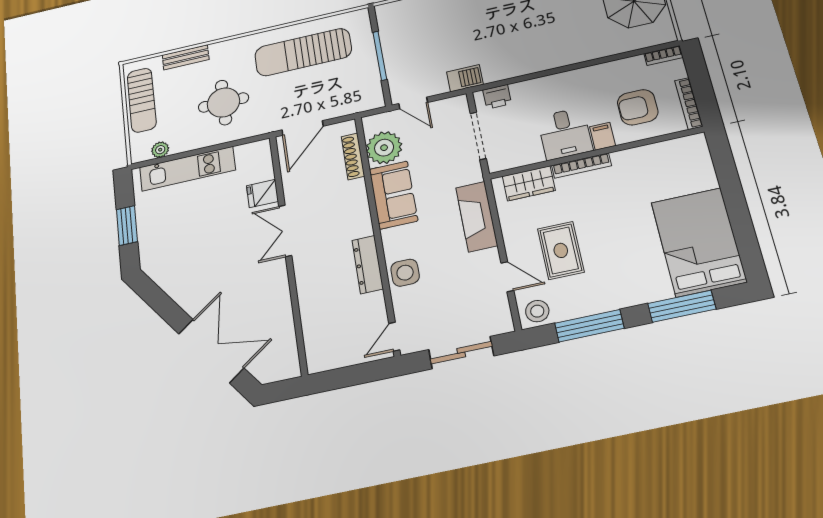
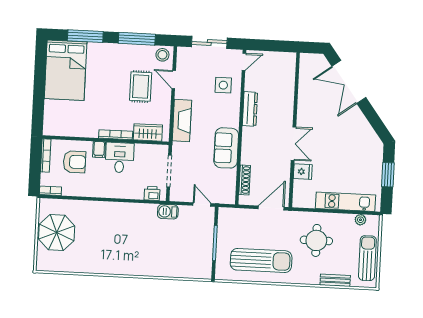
plant: (384, 148) -> (225, 180), removed
side table: (405, 273) -> (223, 85), moved

